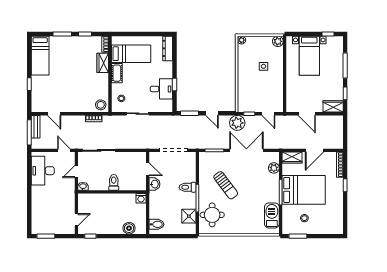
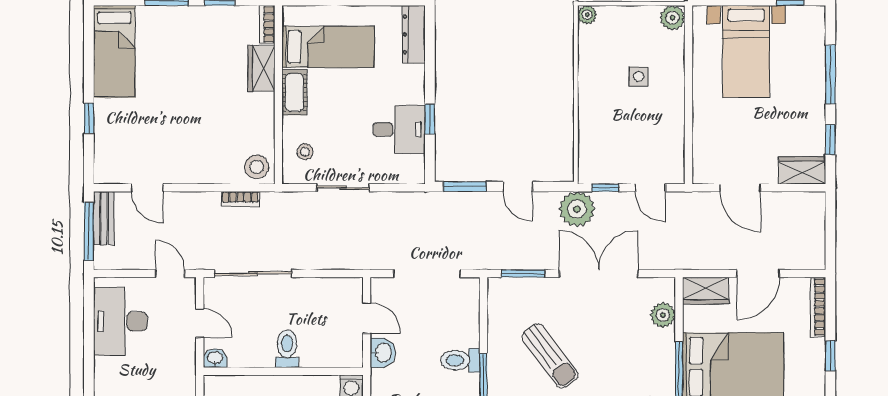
door: (76, 171) -> (200, 323), swing flipped

